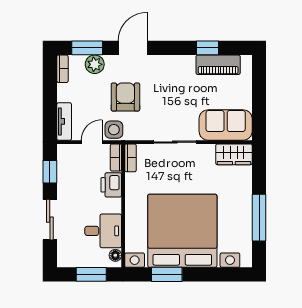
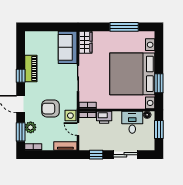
window: (207, 48) -> (21, 76), moved
piano: (218, 65) -> (31, 69), moved

